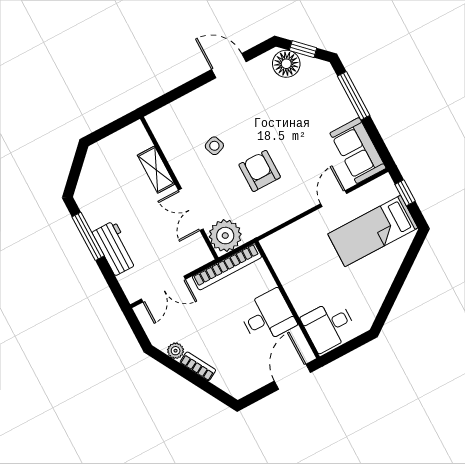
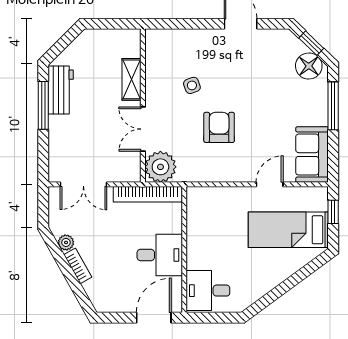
floor lamp: (286, 64) -> (309, 66), moved
workbench: (115, 248) -> (61, 90), moved

